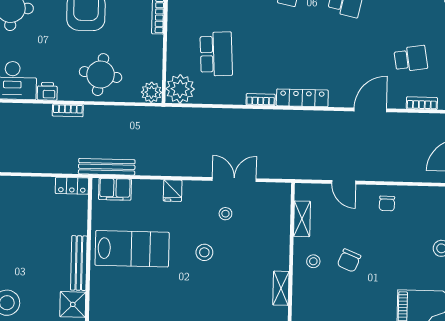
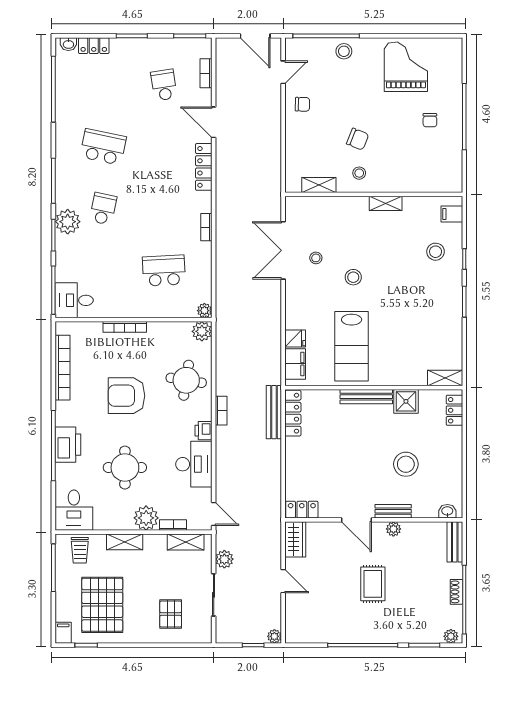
plant: (180, 89) -> (204, 311), width x0.53, depth x0.53
locker: (302, 98) -> (204, 167), moved
bench: (107, 167) -> (274, 412), moved
double door: (234, 180) -> (283, 250), width x1.37
door: (344, 182) -> (283, 72), moved
locker: (72, 186) -> (293, 413), width x1.53
fridge: (173, 191) -> (295, 339), moved
lab bench: (132, 249) -> (352, 346), turned 180

